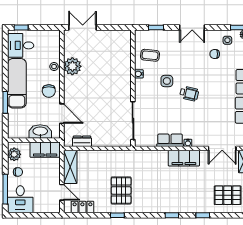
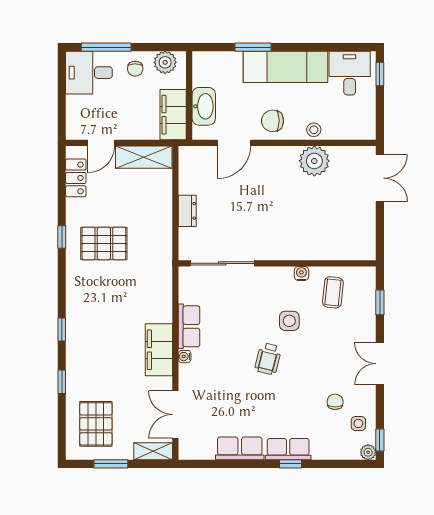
dresser: (82, 141) -> (187, 211), moved

